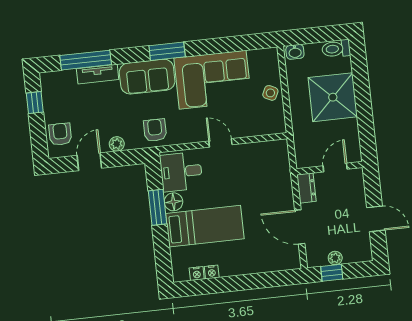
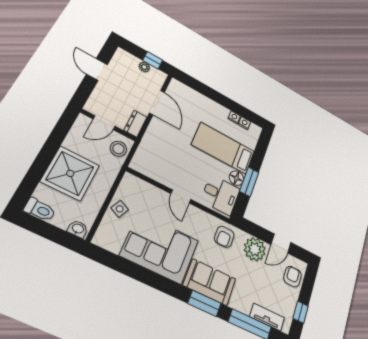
window: (167, 51) -> (204, 303), moved
tv unit: (98, 74) -> (267, 317), moved
armchair: (60, 134) -> (292, 277), turned 180
plant: (117, 144) -> (255, 249), width x1.87, depth x1.87
stool: (306, 150) -> (118, 149), added

